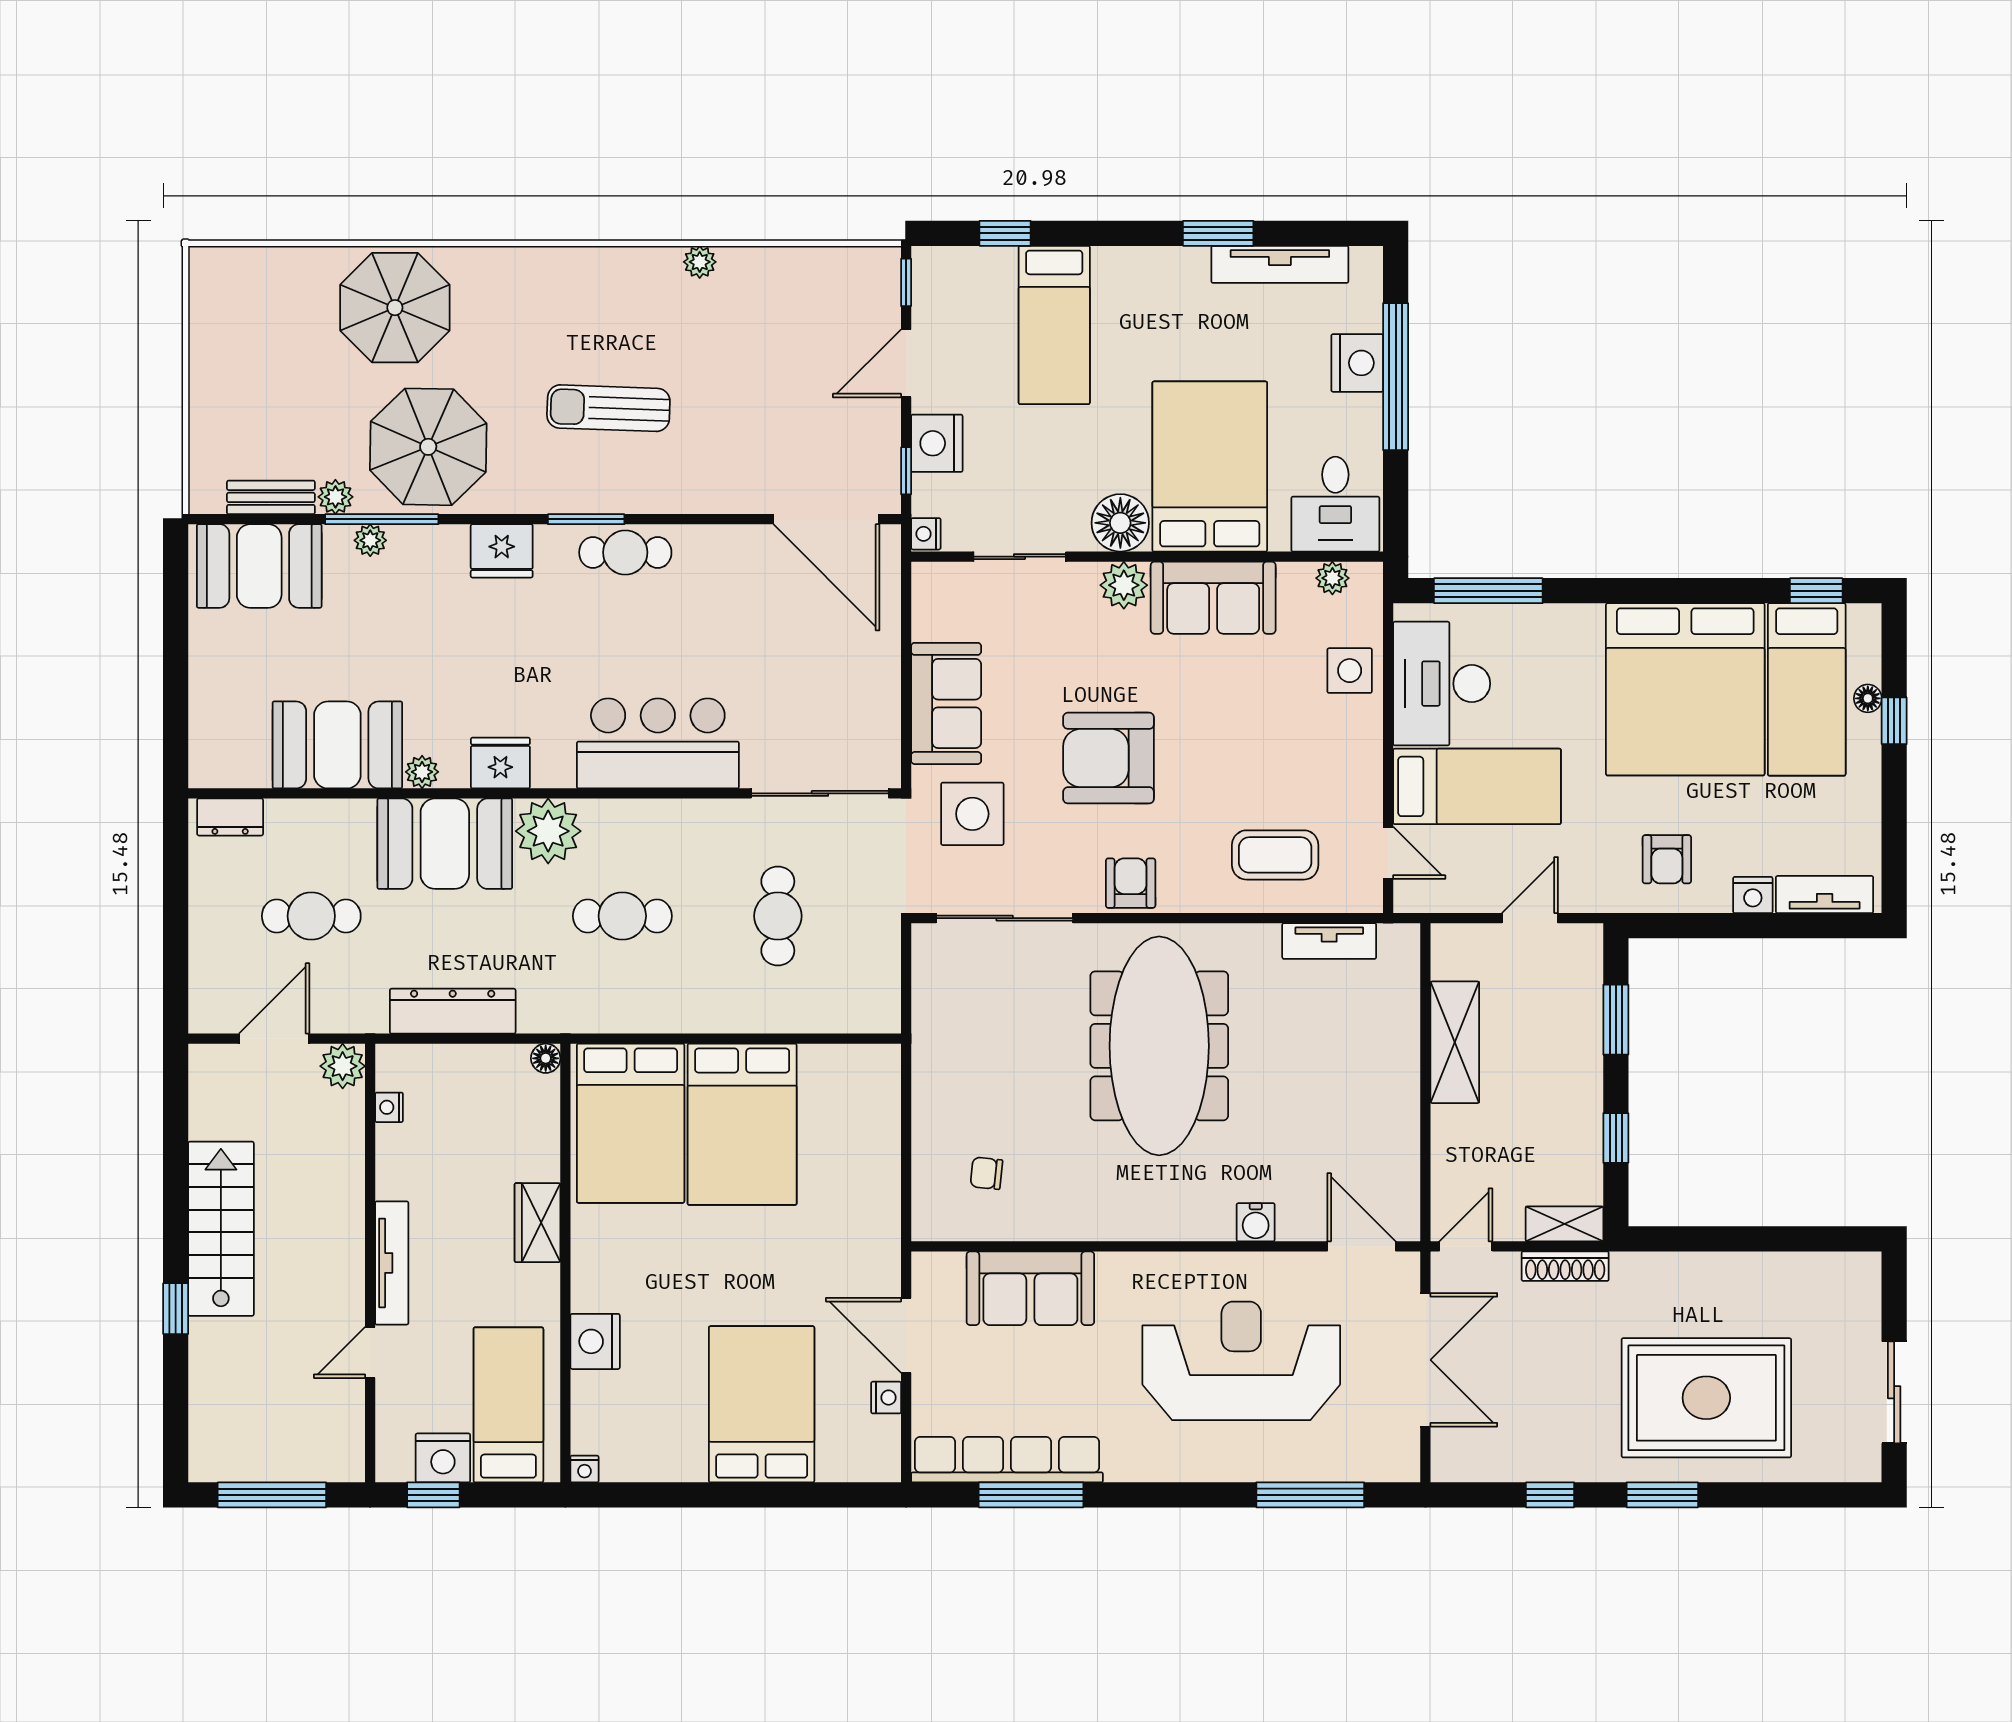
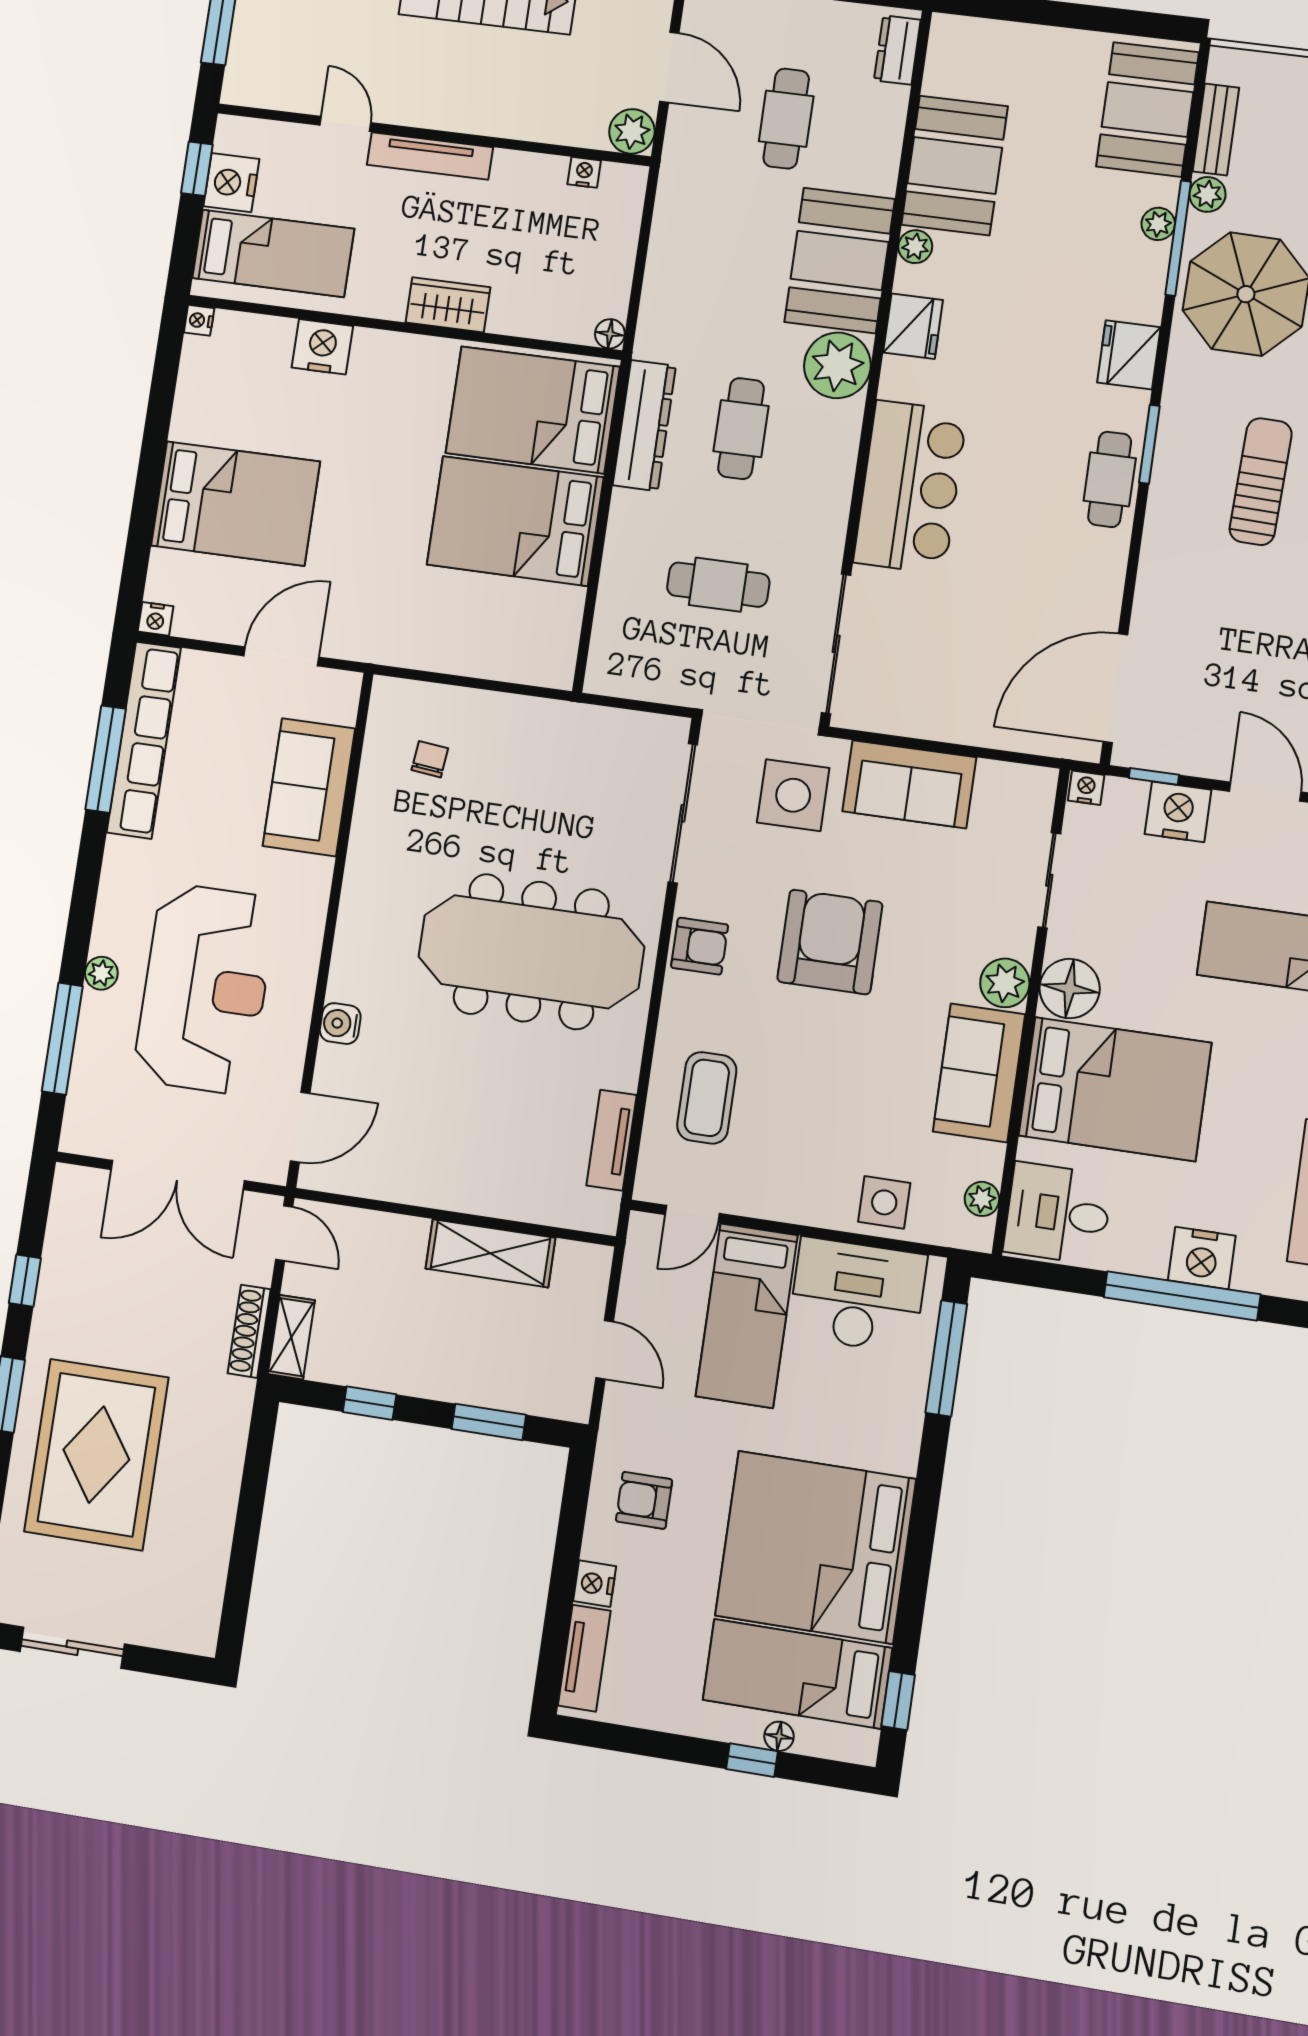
dresser: (453, 1011) -> (644, 426), moved
nightstand: (886, 1398) -> (156, 619), moved
plant: (1241, 1466) -> (101, 973), added

